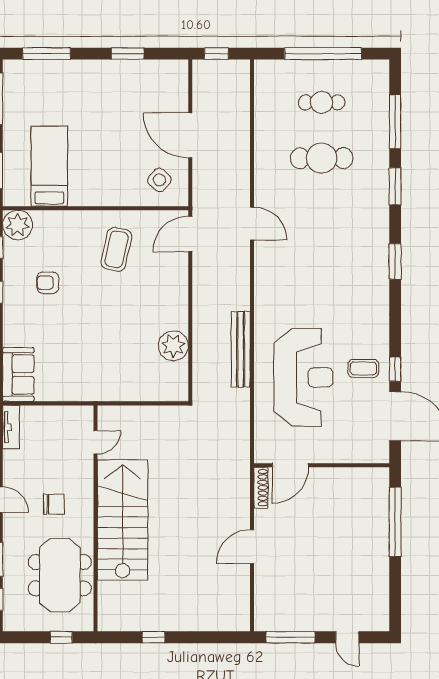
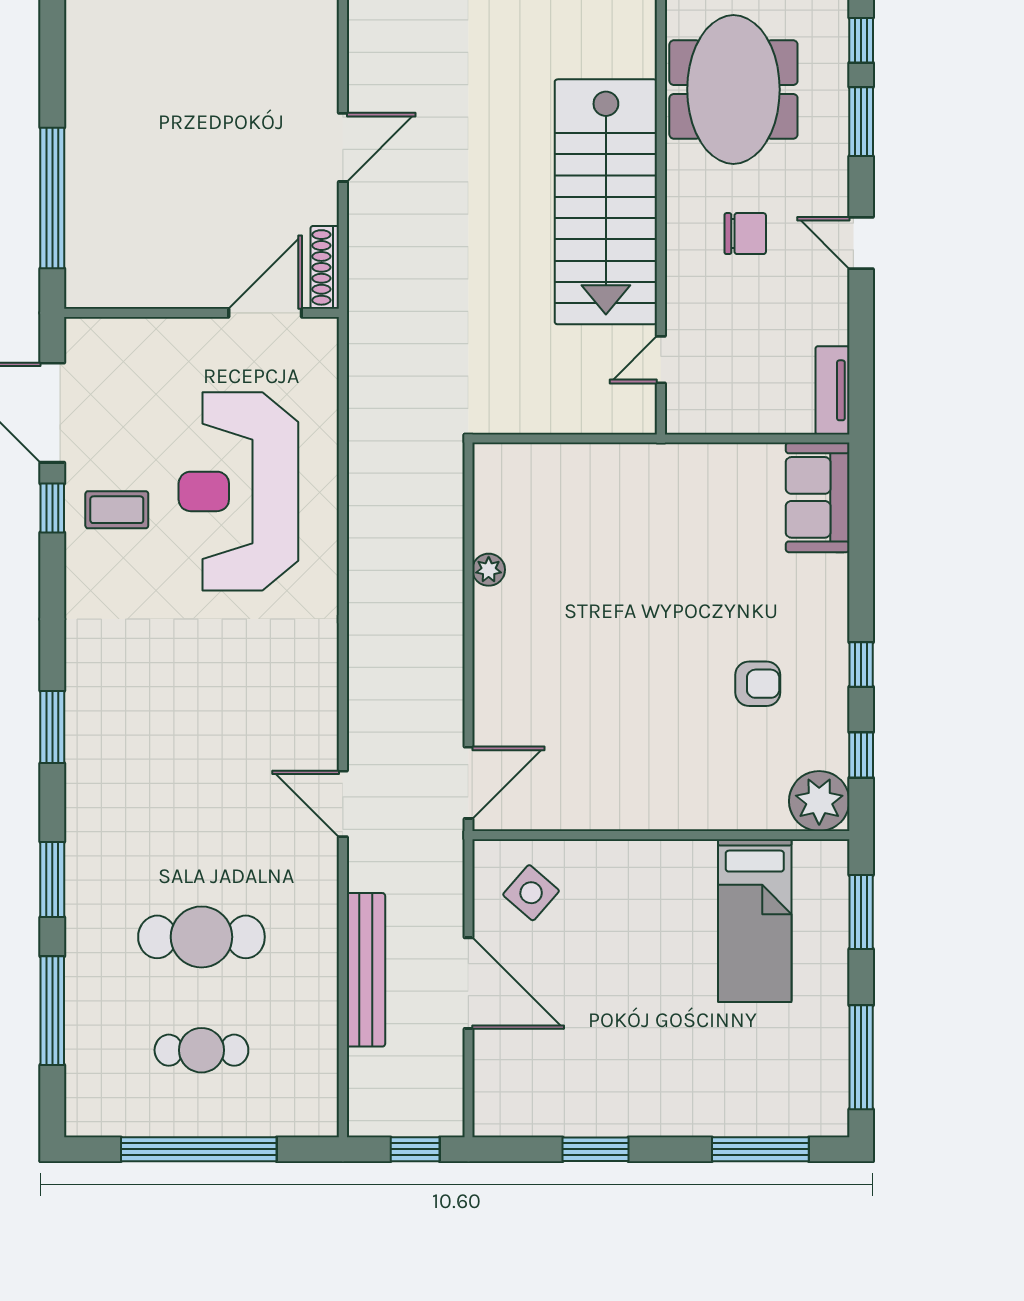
coffee table: (116, 249) -> (618, 752), removed
plant: (173, 346) -> (489, 570), width x0.53, depth x0.53
bench: (241, 349) -> (366, 970), moved
chair: (54, 504) -> (745, 234), turned 180

